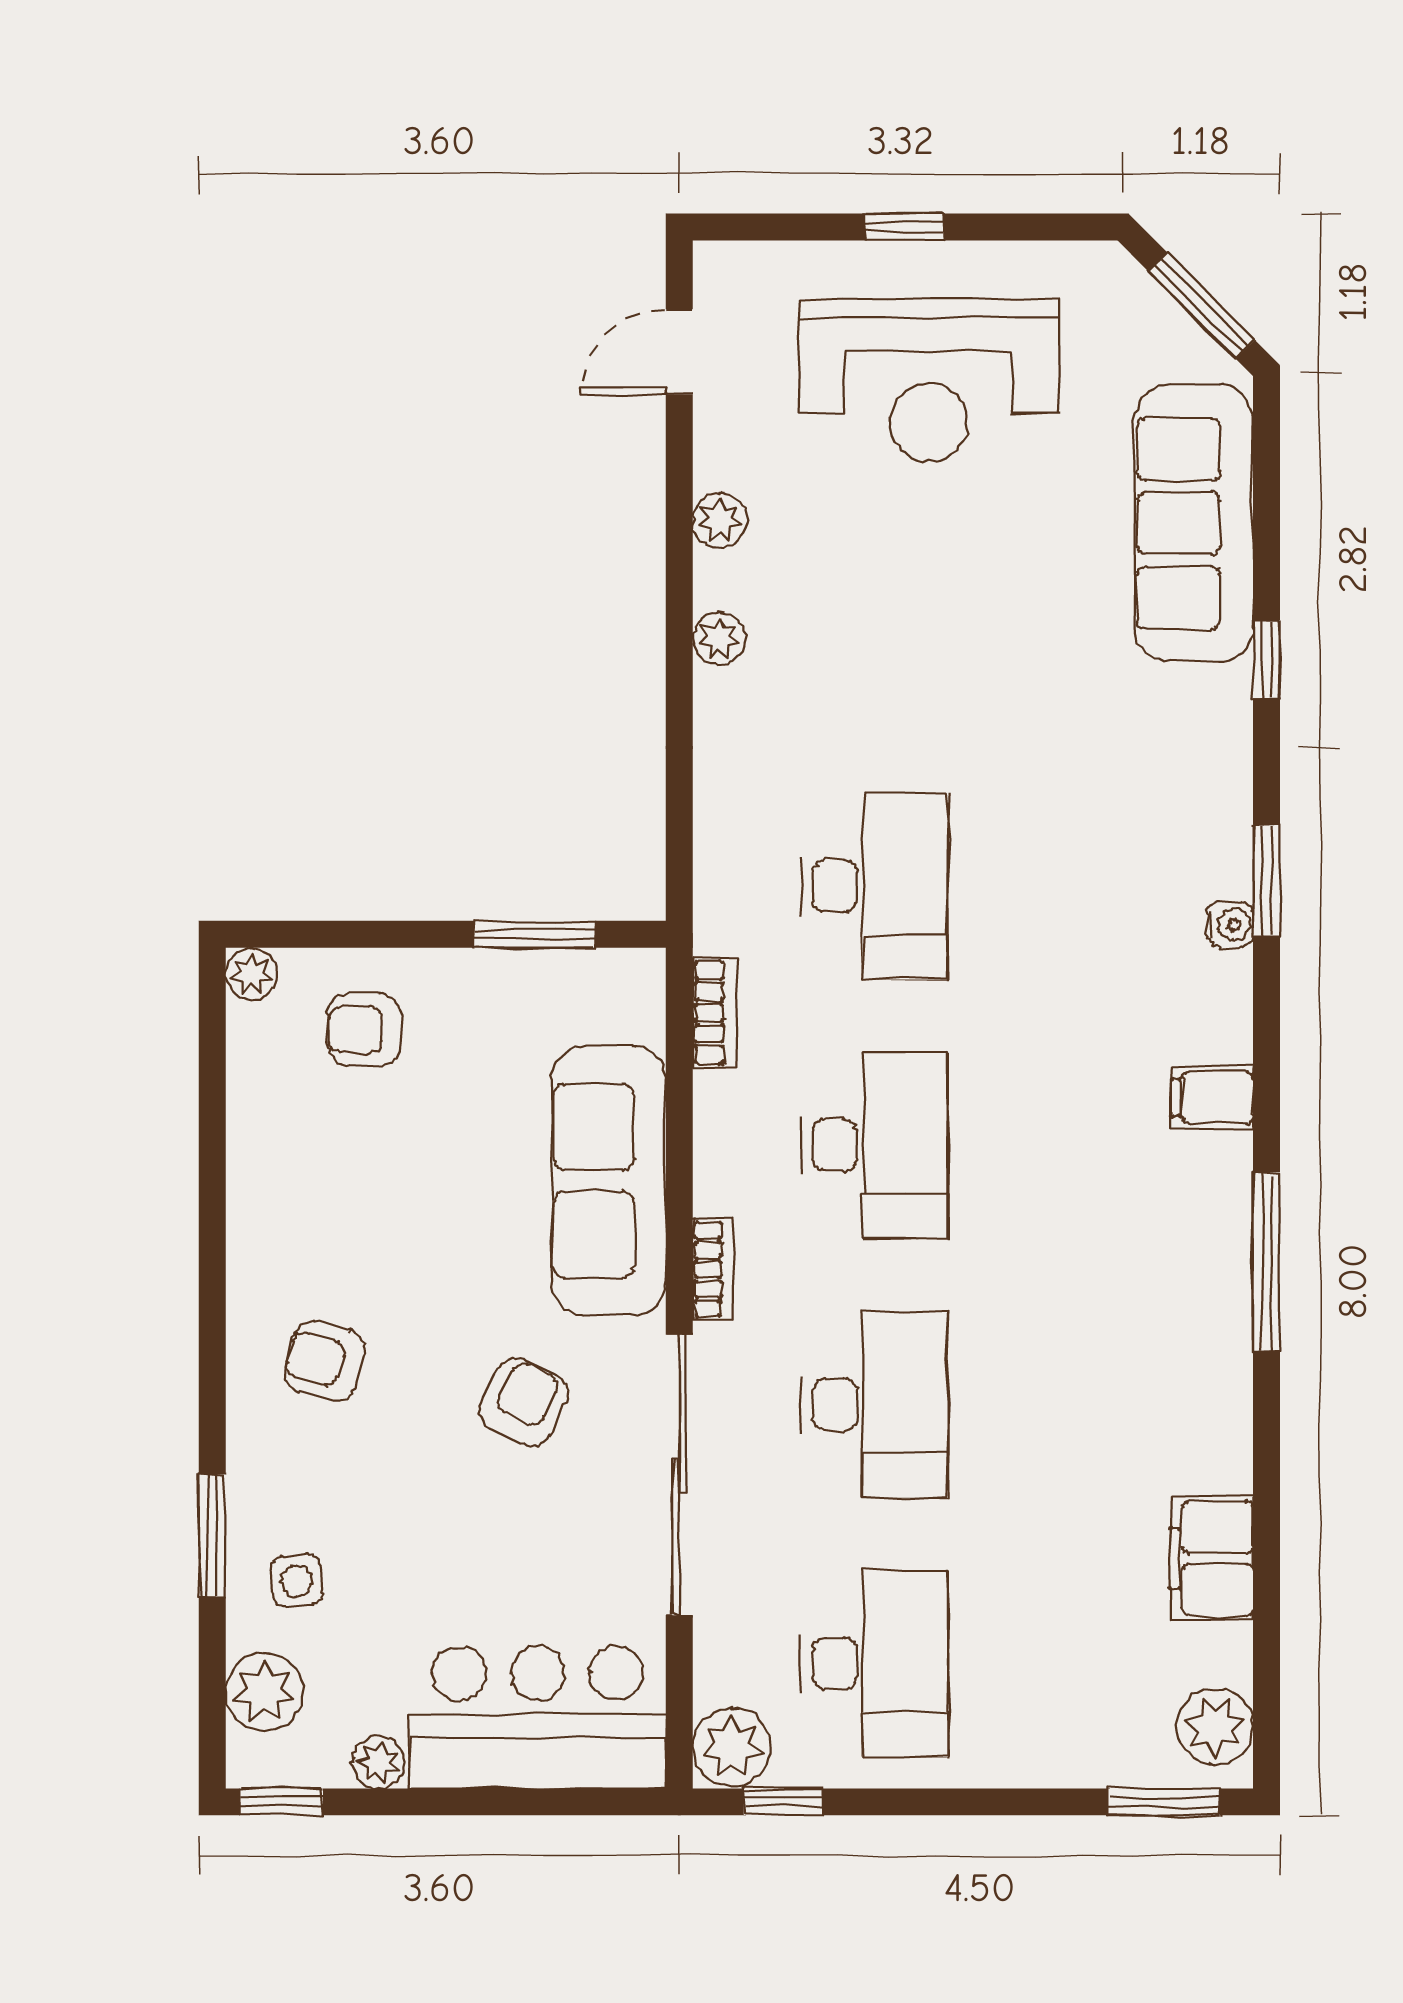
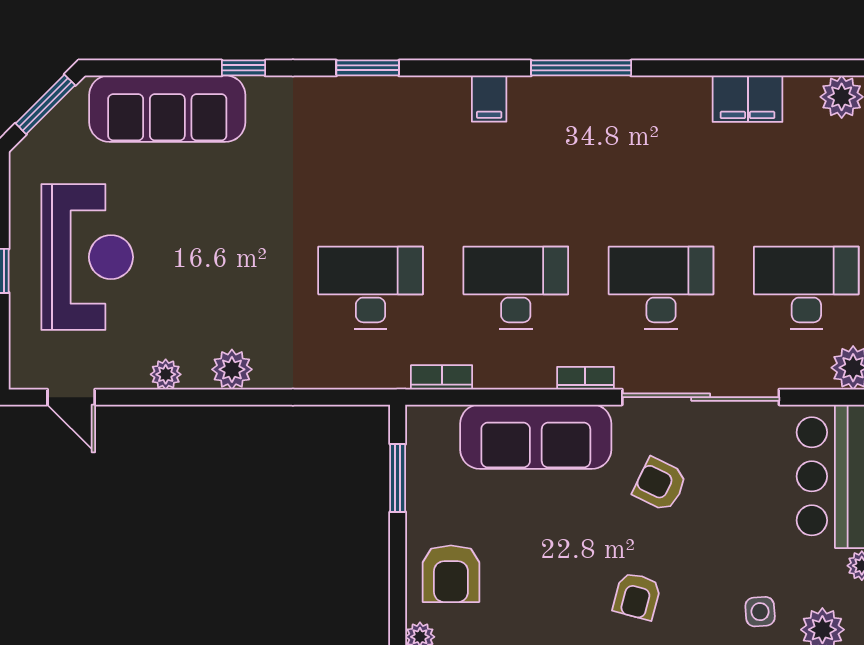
plant: (719, 639) -> (232, 369), width x1.38, depth x1.38
water cooler: (1230, 924) -> (392, 88), removed
armchair: (364, 1029) -> (451, 574), width x1.38, depth x1.38

